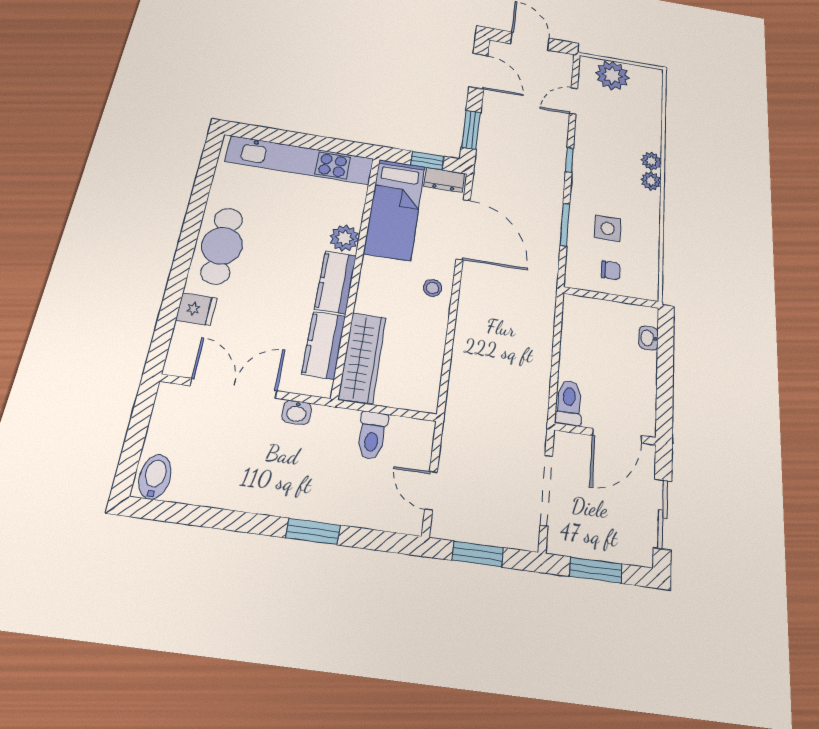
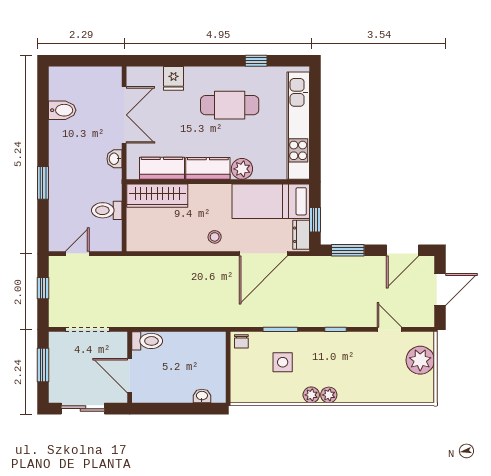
plant: (651, 161) -> (311, 395), moved
window: (199, 197) -> (256, 61), added
cafe table: (222, 246) -> (230, 105), moved
chair: (611, 270) -> (241, 341), moved
bidet: (155, 477) -> (62, 110), moved
window: (478, 554) -> (43, 288), width x0.67

